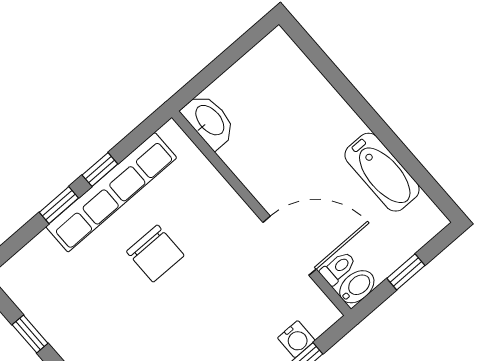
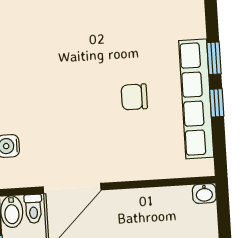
washbasin: (209, 121) -> (204, 193), width x0.52, depth x0.69
chair: (155, 254) -> (134, 97), width x0.73, depth x0.73

